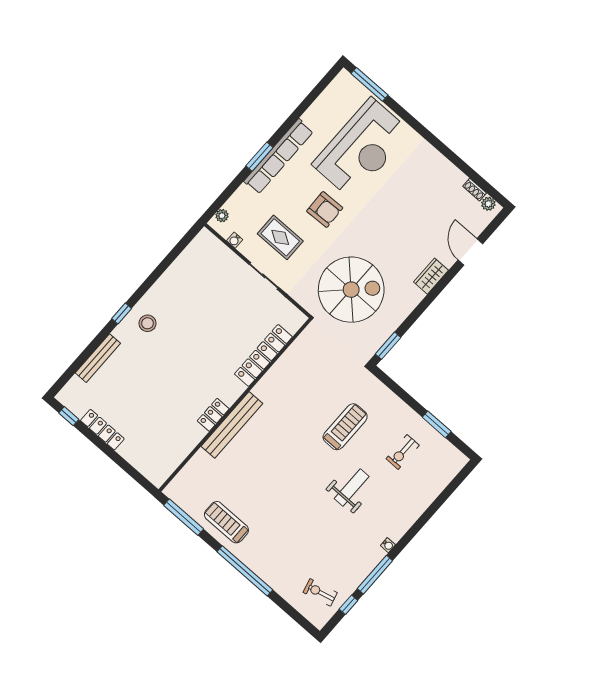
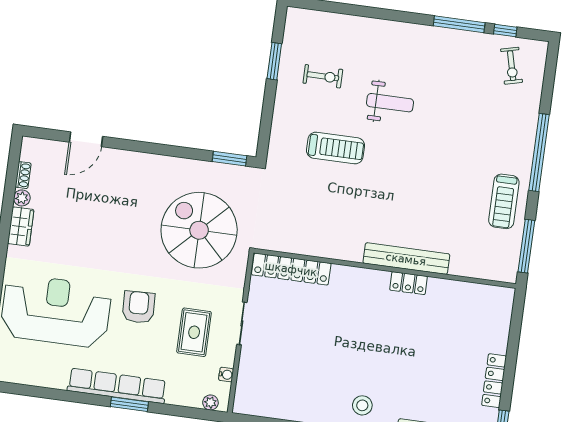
plant: (488, 204) -> (22, 198), moved
wardrobe: (431, 276) -> (21, 226), moved, turned -90
locker: (263, 355) -> (291, 269), moved
treadmill: (345, 427) -> (335, 148), turned 180
weight bench: (352, 488) -> (390, 103), turned 180
water cooler: (388, 545) -> (422, 31), removed

